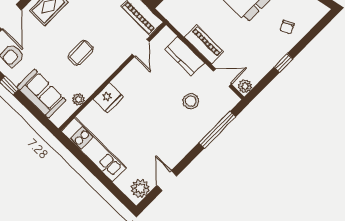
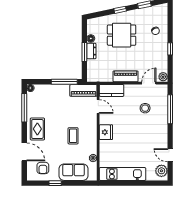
kitchen counter: (184, 56) -> (112, 90), moved
fridge: (108, 98) -> (106, 132), moved

